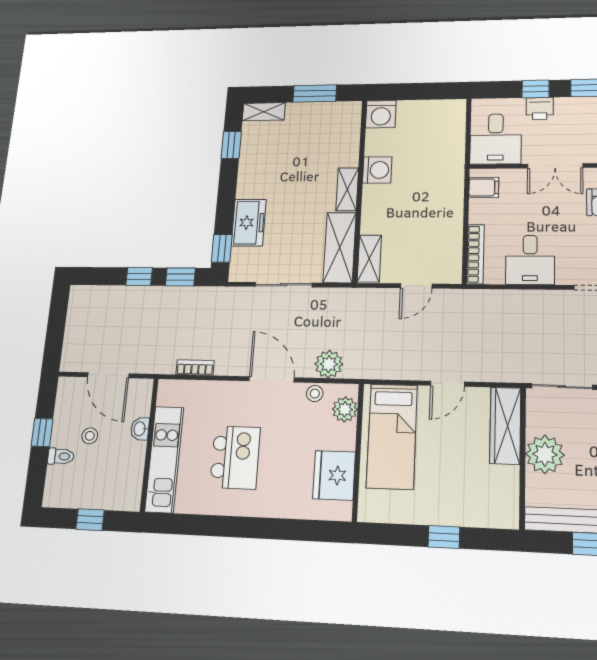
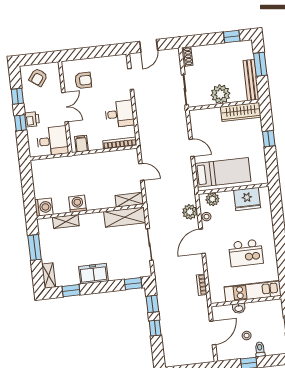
shelving: (347, 189) -> (66, 221), moved
freezer: (249, 223) -> (93, 274), moved
wardrobe: (505, 426) -> (241, 112), moved
kitchen island: (235, 457) -> (246, 253), turned 180

